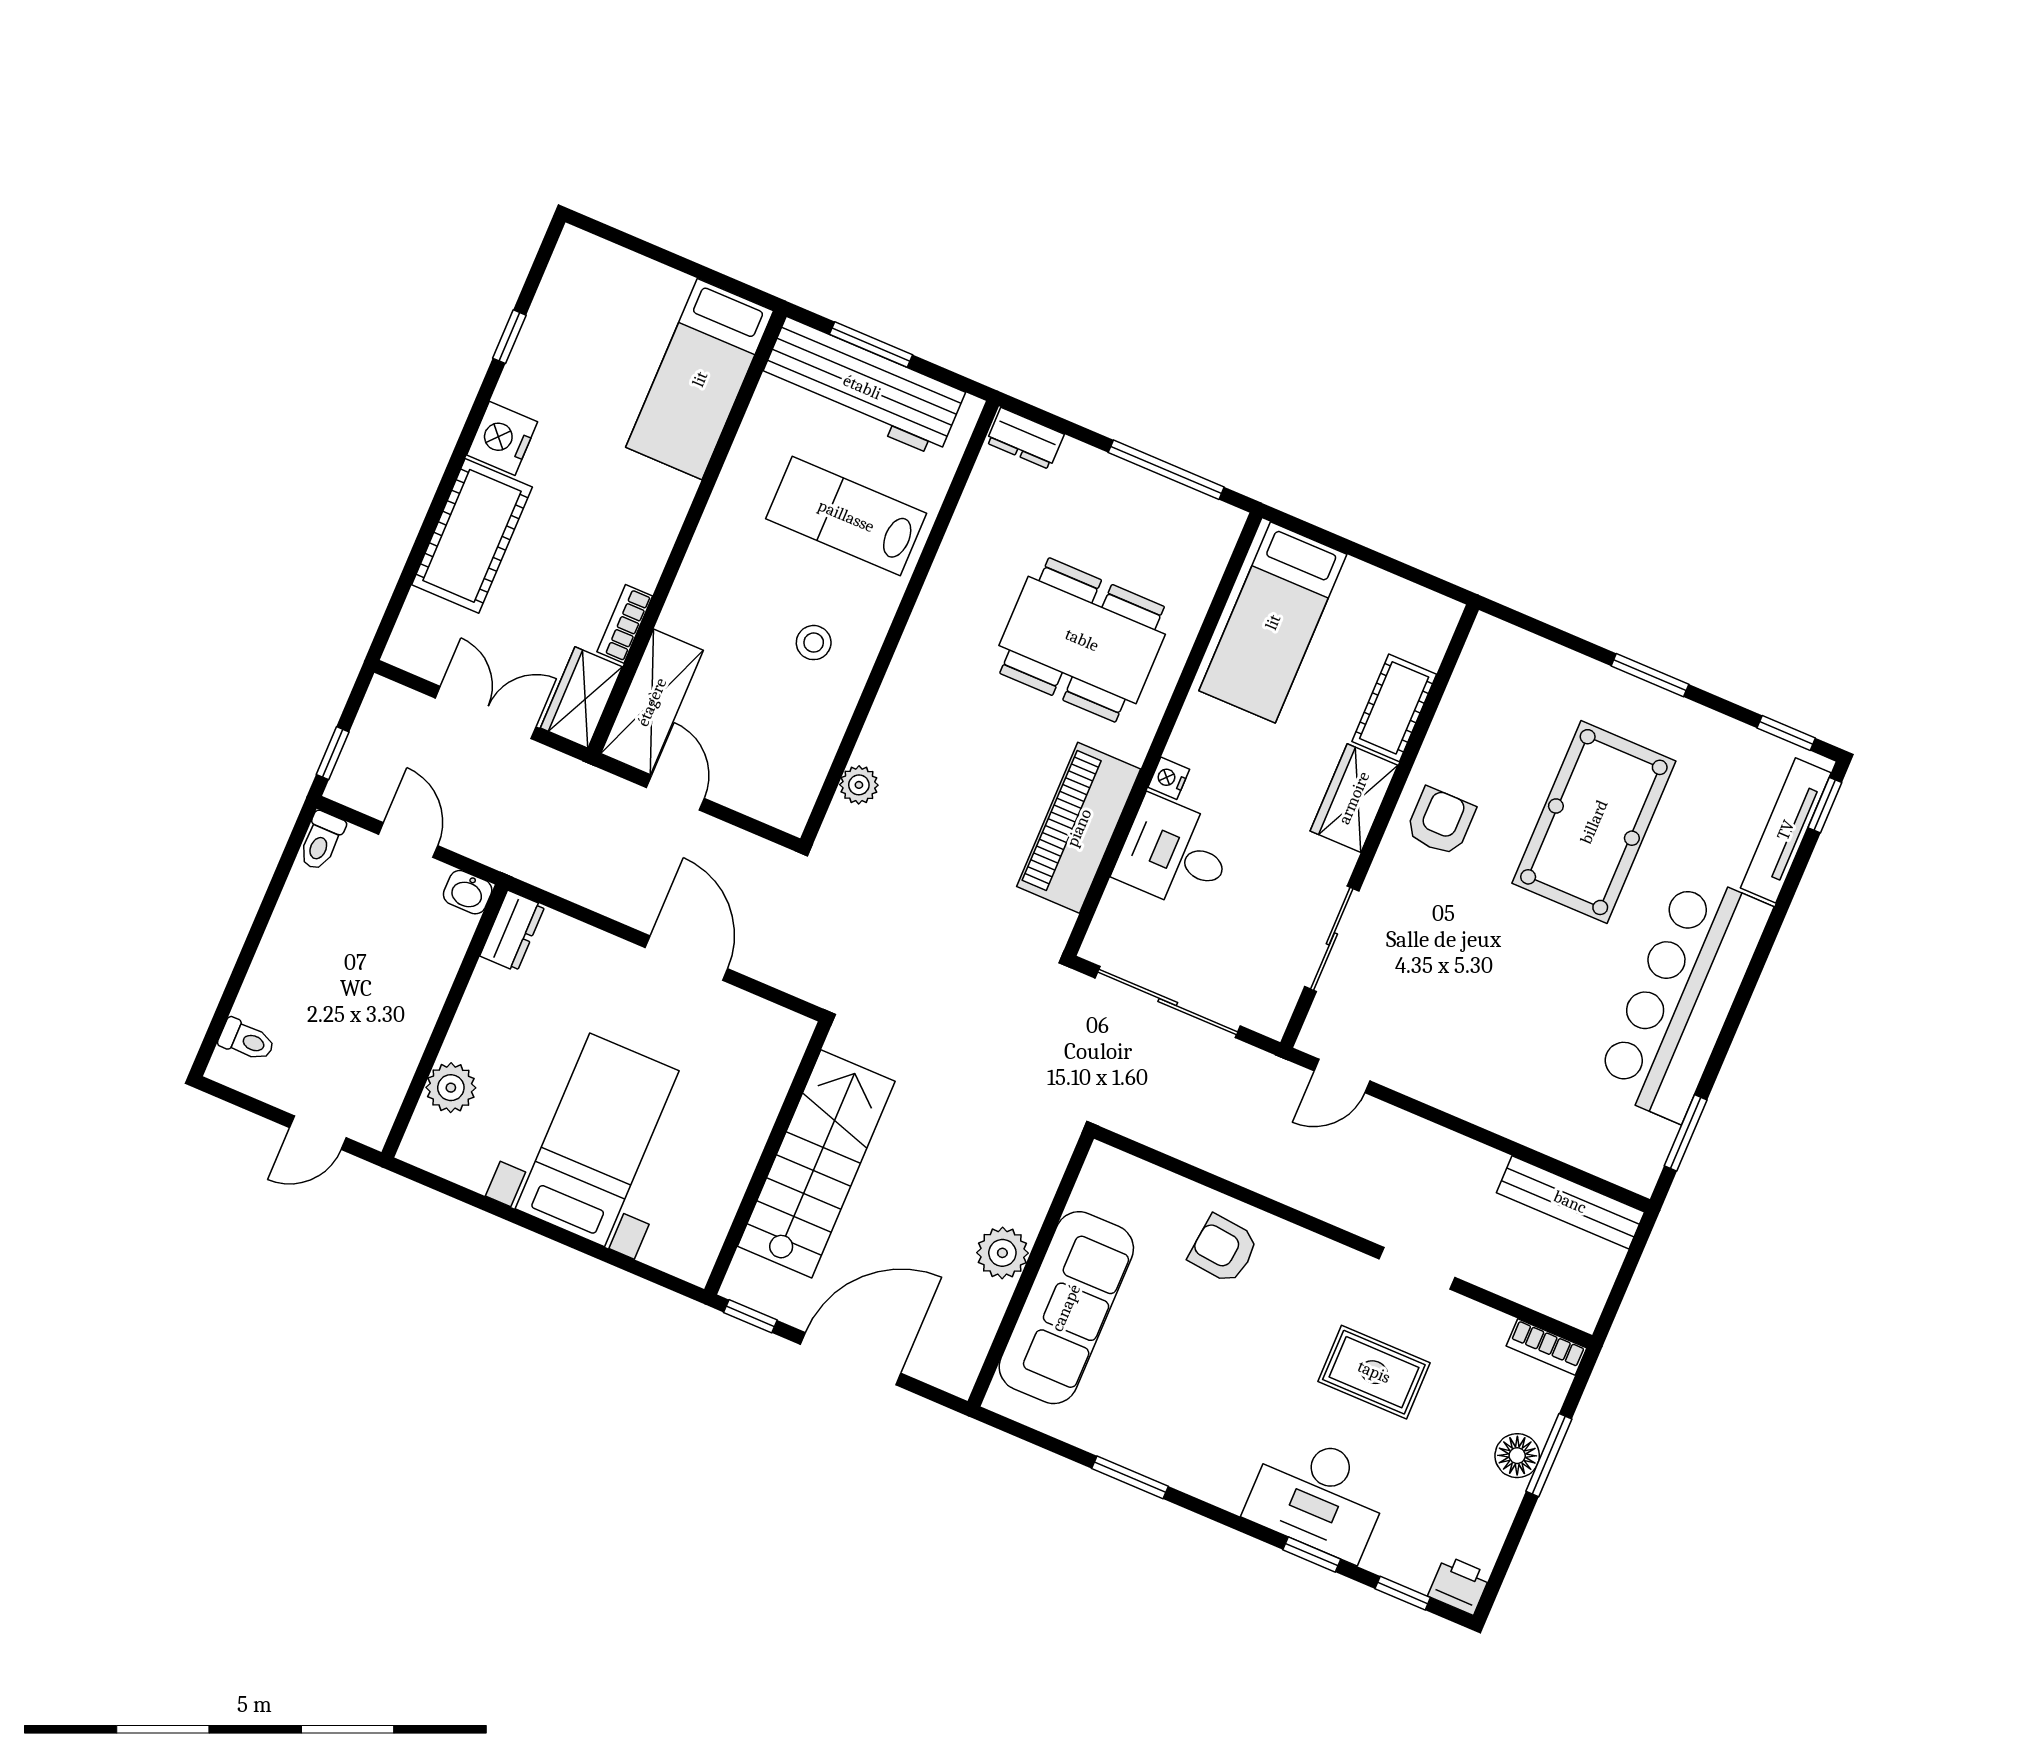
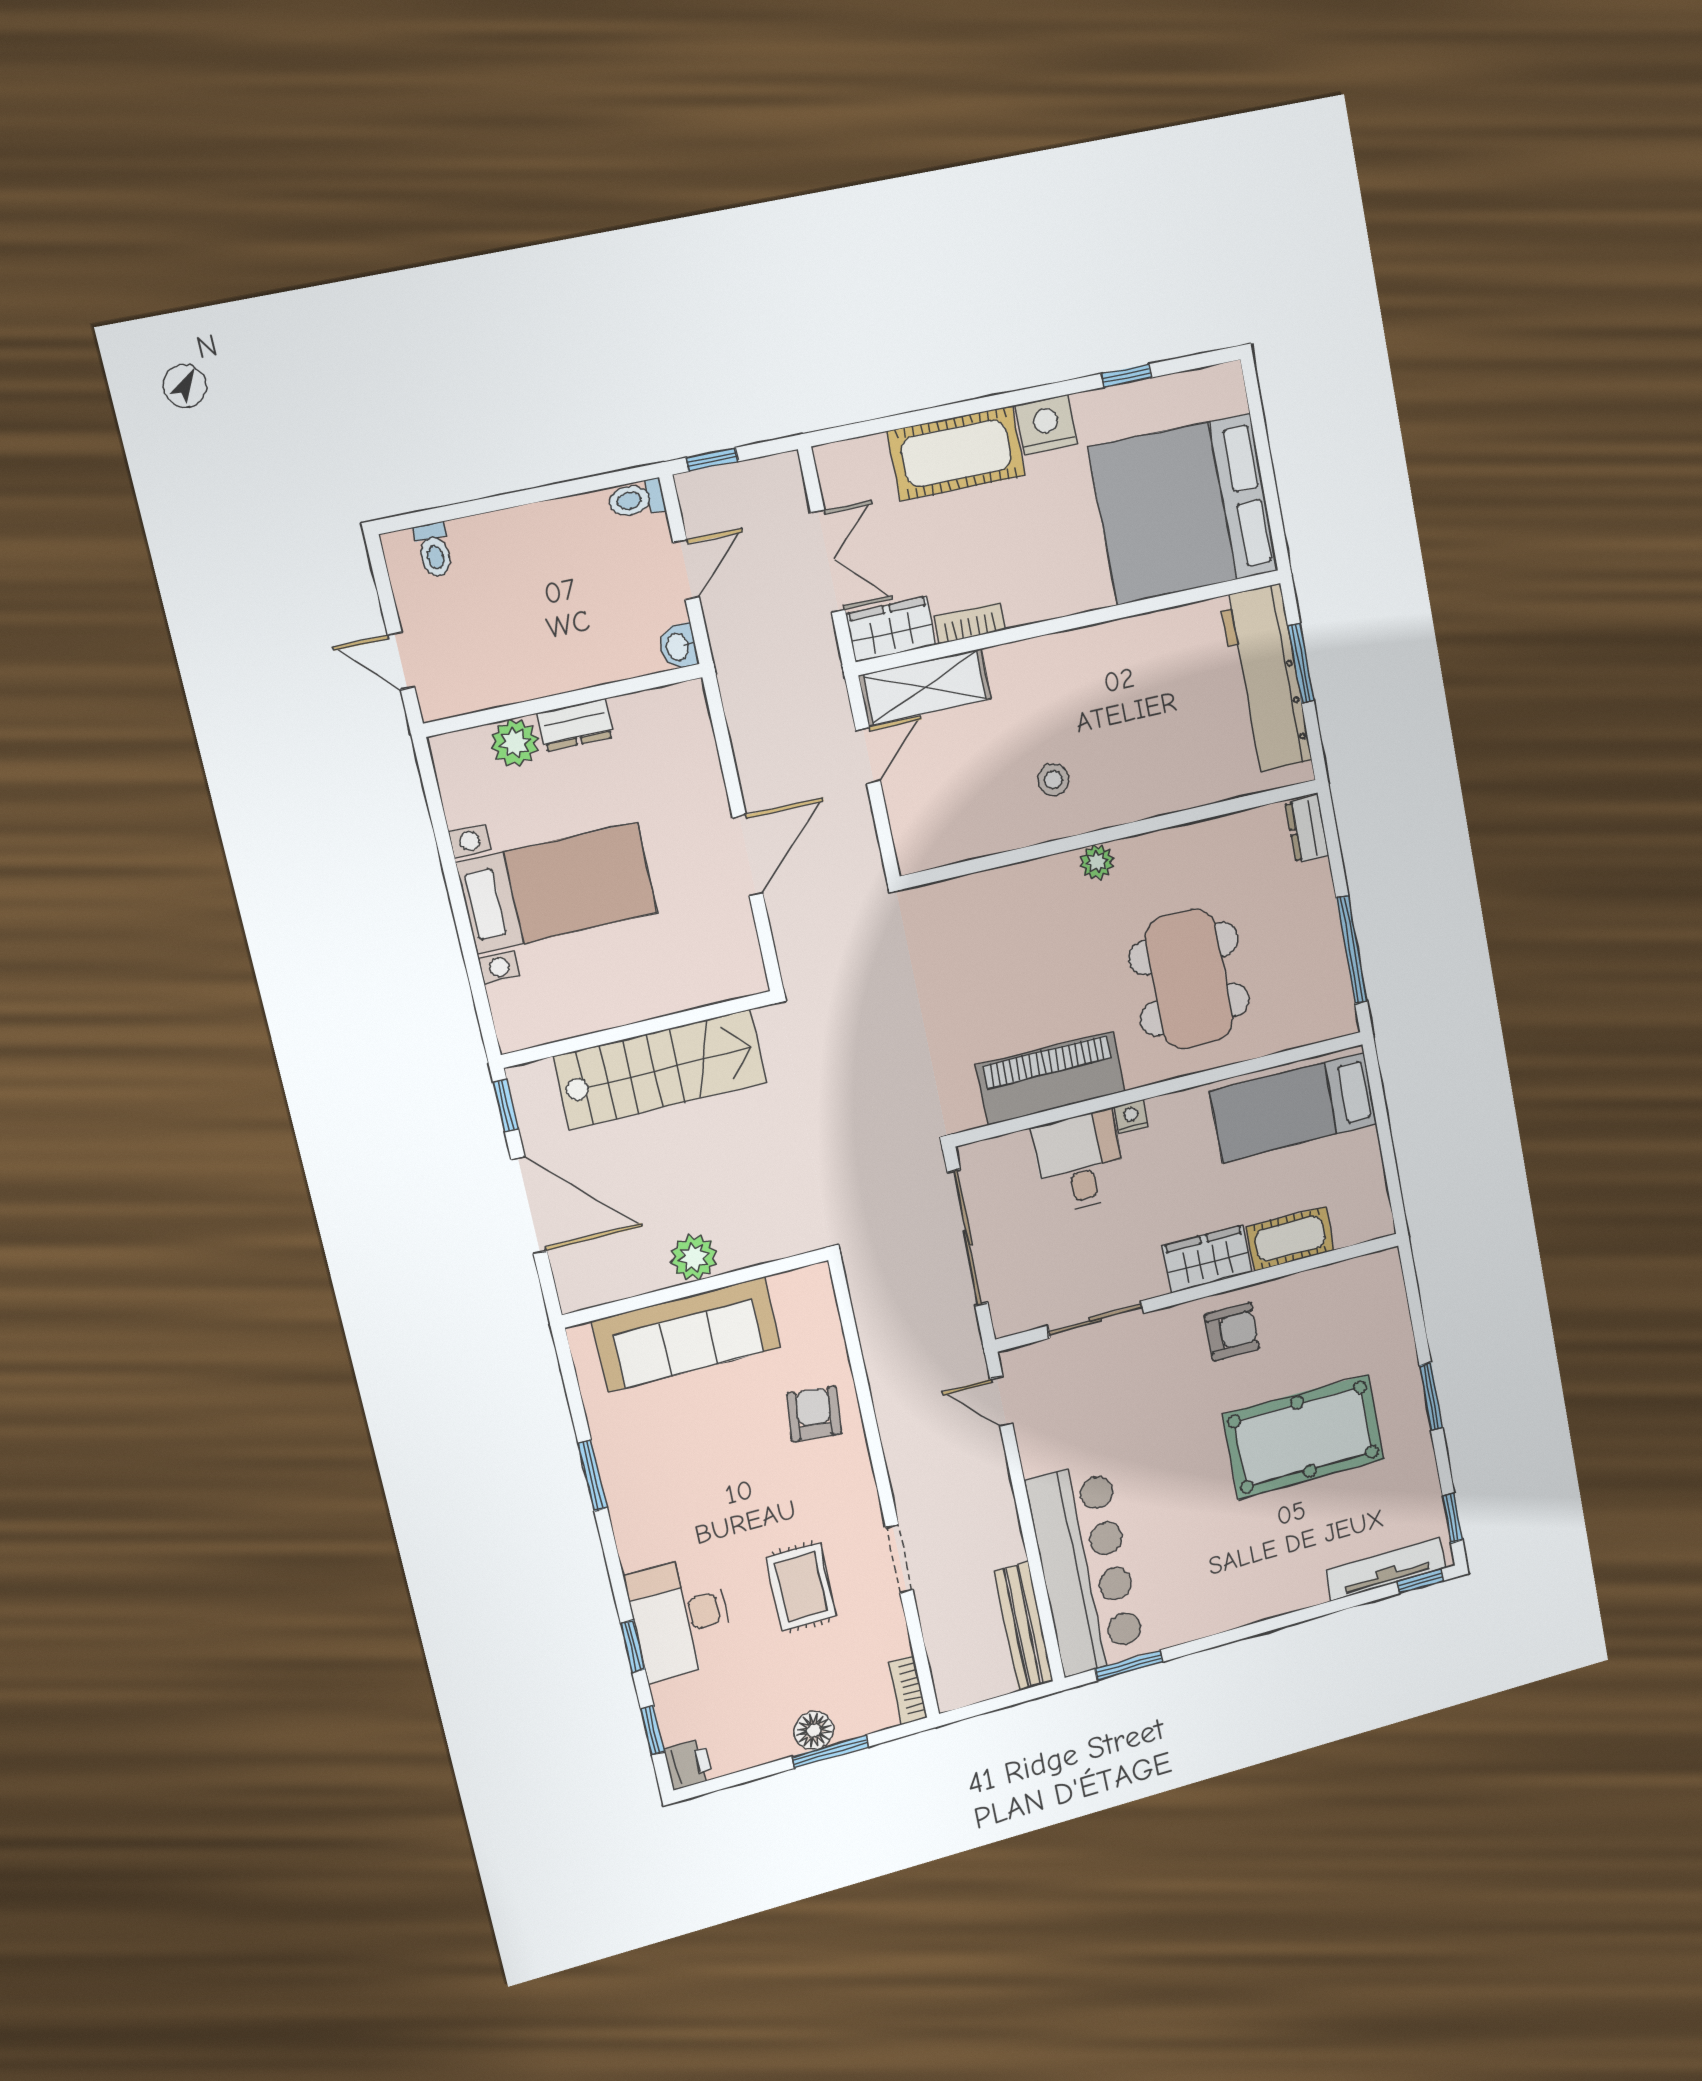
bed: (700, 379) -> (1184, 509), width x2.04
lab bench: (846, 516) -> (1163, 736), removed
plant: (859, 785) -> (1097, 862), moved
dresser: (512, 931) -> (575, 725), moved
bar counter: (1683, 997) -> (1085, 1568), moved, turned 90

